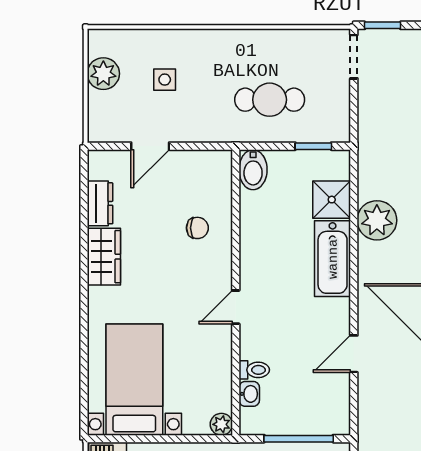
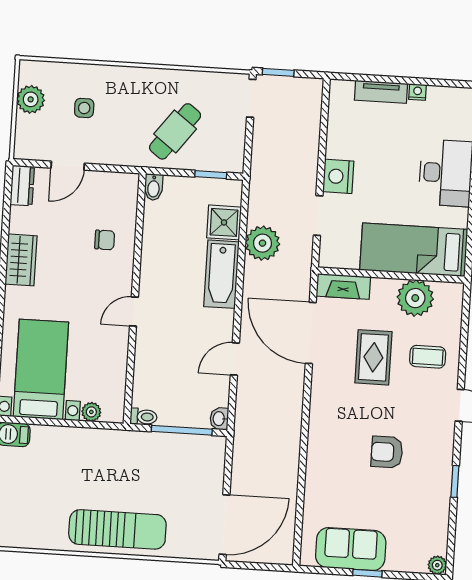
cafe table: (270, 100) -> (175, 131), turned -53
bidet: (253, 170) -> (154, 187), width x0.72, depth x0.74
dresser: (100, 203) -> (22, 186), moved
toilet: (254, 370) -> (144, 417), moved
washbasin: (249, 394) -> (219, 419), moved, turned 180
plant: (221, 424) -> (91, 412), moved

